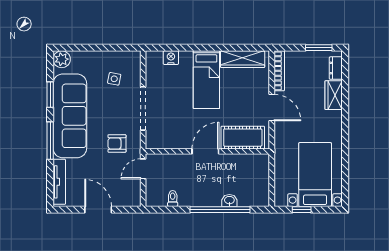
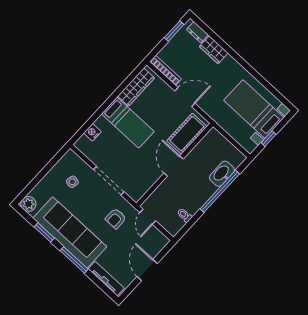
washbasin: (229, 200) -> (222, 174), width x1.91, depth x1.45
door: (98, 210) -> (147, 270), hinge flipped

